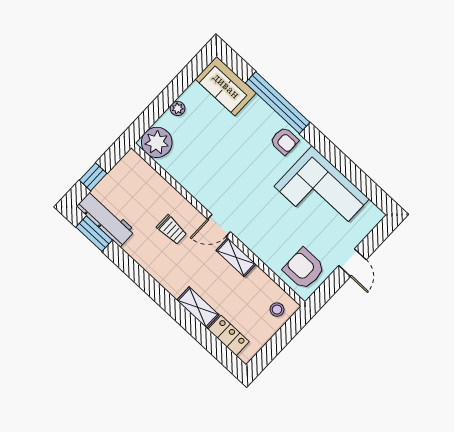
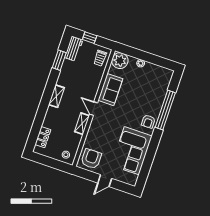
sofa: (226, 86) -> (110, 90), moved, turned 180
workbench: (106, 219) -> (74, 49), width x0.73
trolley: (172, 230) -> (100, 58), moved
window: (94, 234) -> (59, 60), moved
shelving: (198, 308) -> (56, 96), moved

